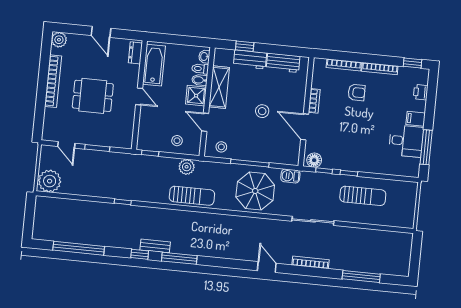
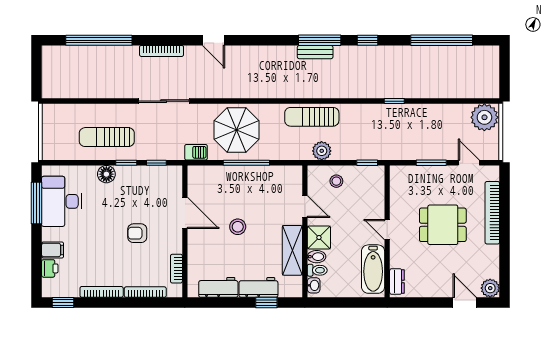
door: (101, 32) -> (465, 303), moved
bookcase: (53, 81) -> (492, 213), moved
armchair: (357, 92) -> (137, 233), moved
bookcase: (314, 101) -> (176, 269), moved
filing cabinet: (416, 119) -> (53, 250), moved
desk: (406, 141) -> (61, 201), width x1.37
stool: (221, 147) -> (282, 179), removed
floor lamp: (314, 160) -> (106, 174), moved
bench: (155, 246) -> (315, 52), moved
window: (361, 276) -> (99, 40), width x1.46

